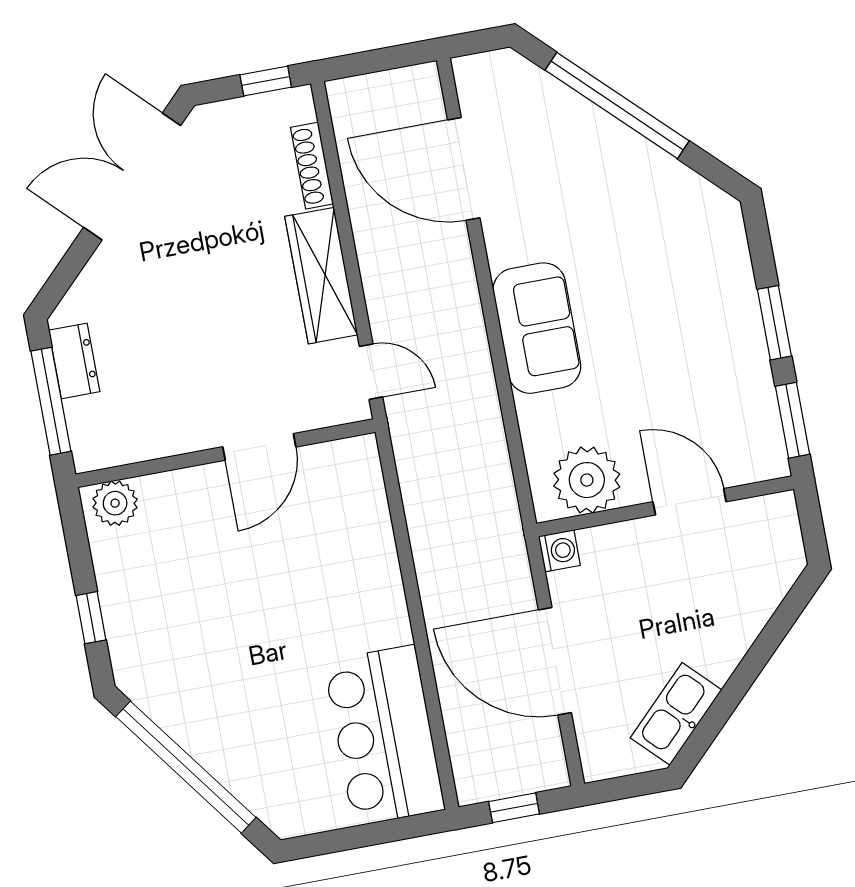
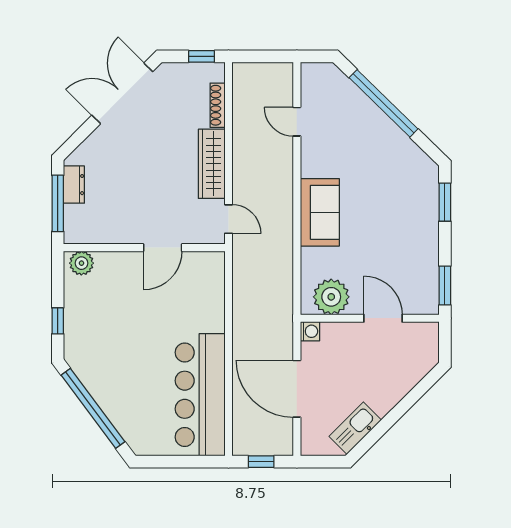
door: (464, 169) -> (297, 122), width x0.53
window: (774, 323) -> (445, 202), moved
bar counter: (384, 735) -> (200, 395), width x1.36

